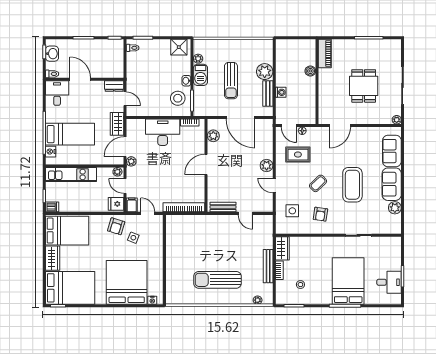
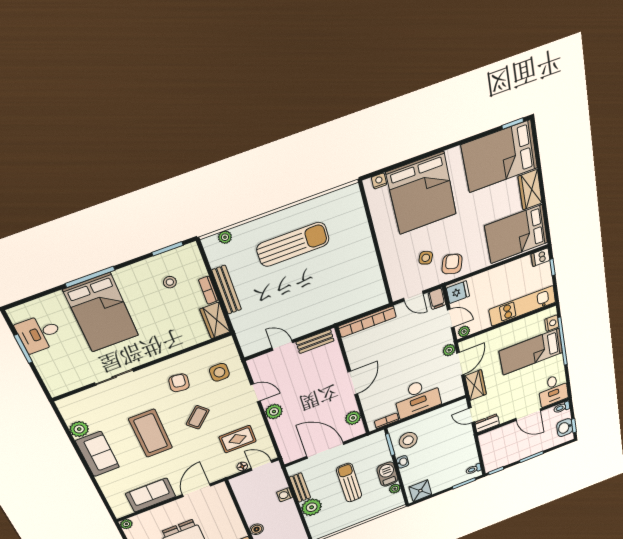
sofa: (392, 151) -> (151, 495), moved, turned -90

